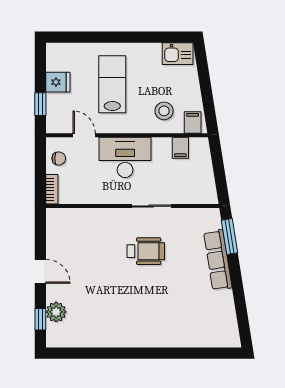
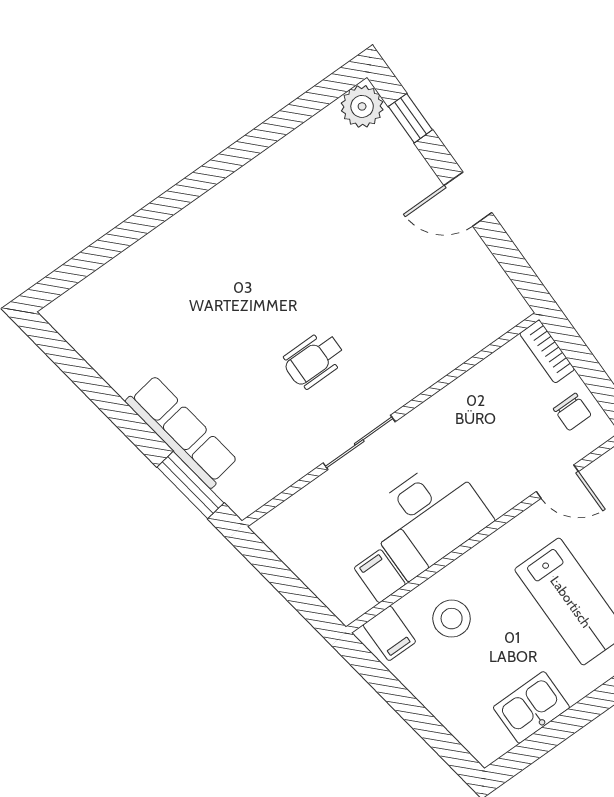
kitchen sink: (178, 54) -> (531, 707), moved
desk: (125, 157) -> (428, 517), moved
chair: (59, 158) -> (572, 412), turned -90
wheelchair: (146, 251) -> (314, 360), width x0.73, depth x0.73
plant: (56, 312) -> (362, 106), moved

